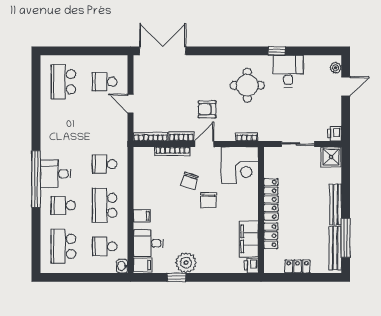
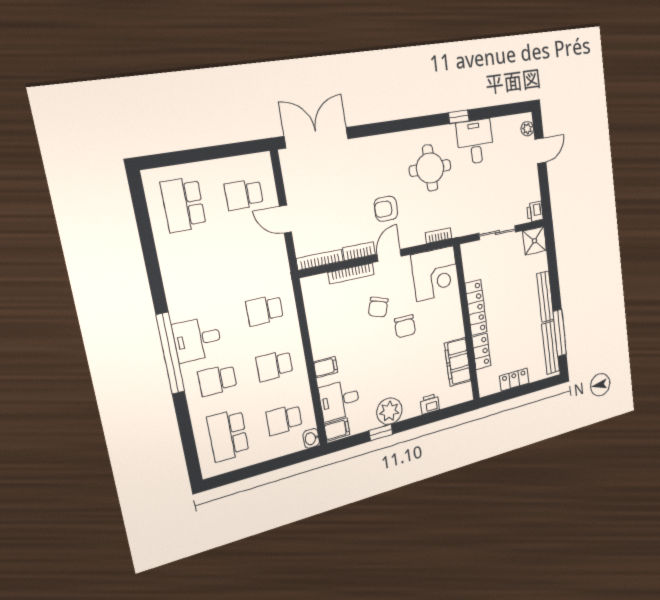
school desk: (105, 205) -> (274, 366), width x0.54
printer: (251, 266) -> (430, 404), moved, turned 90

